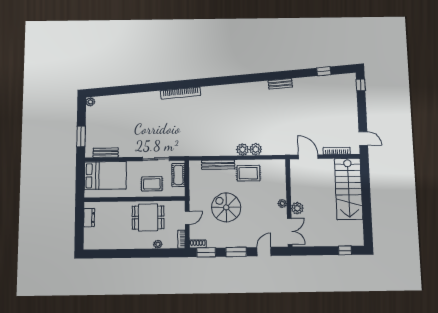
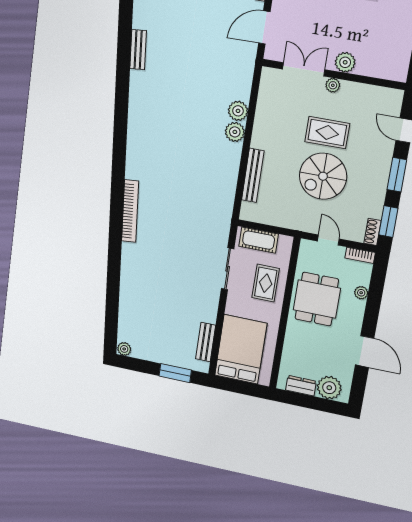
rug: (248, 173) -> (327, 133), moved, turned 90
double door: (290, 231) -> (304, 69), moved
plant: (91, 236) -> (329, 388), added
door: (120, 254) -> (365, 352), added

